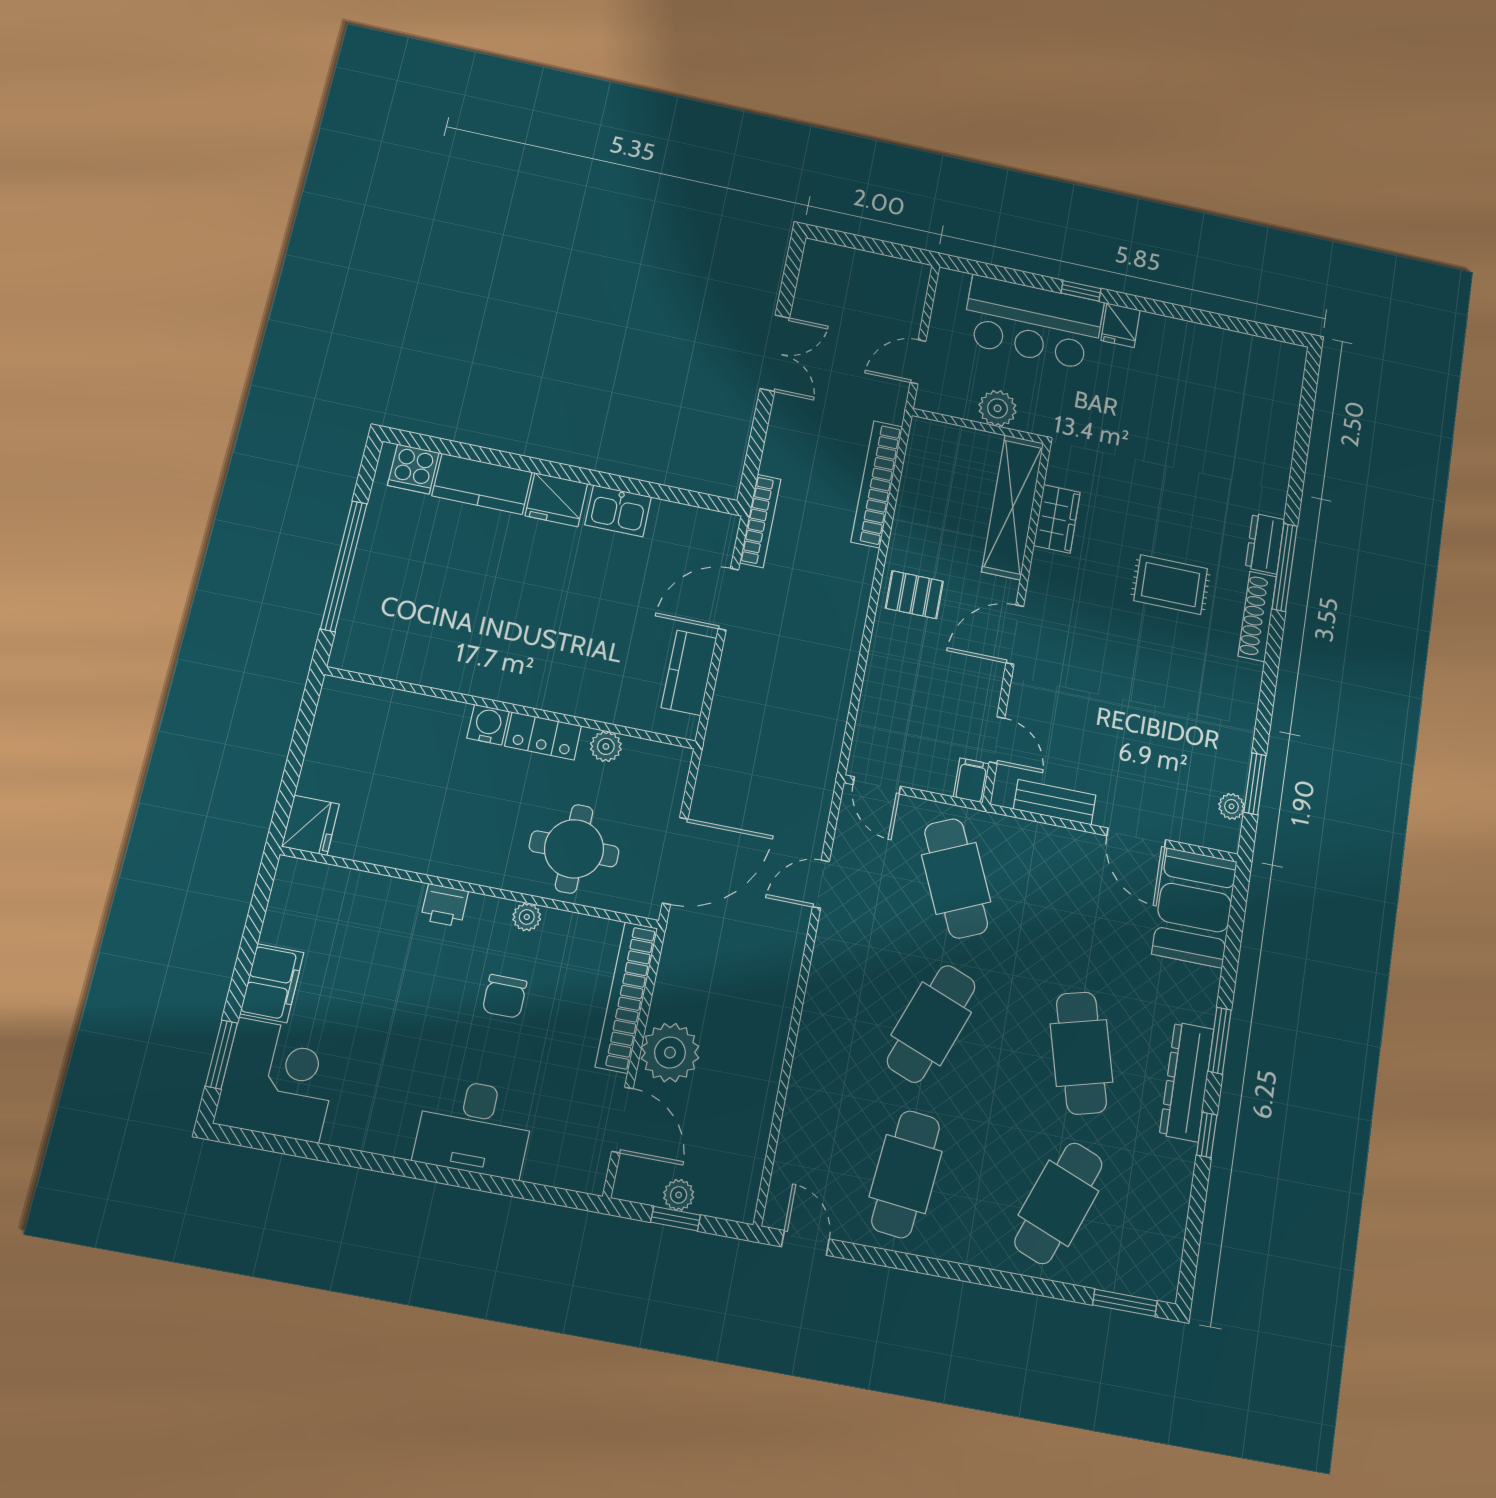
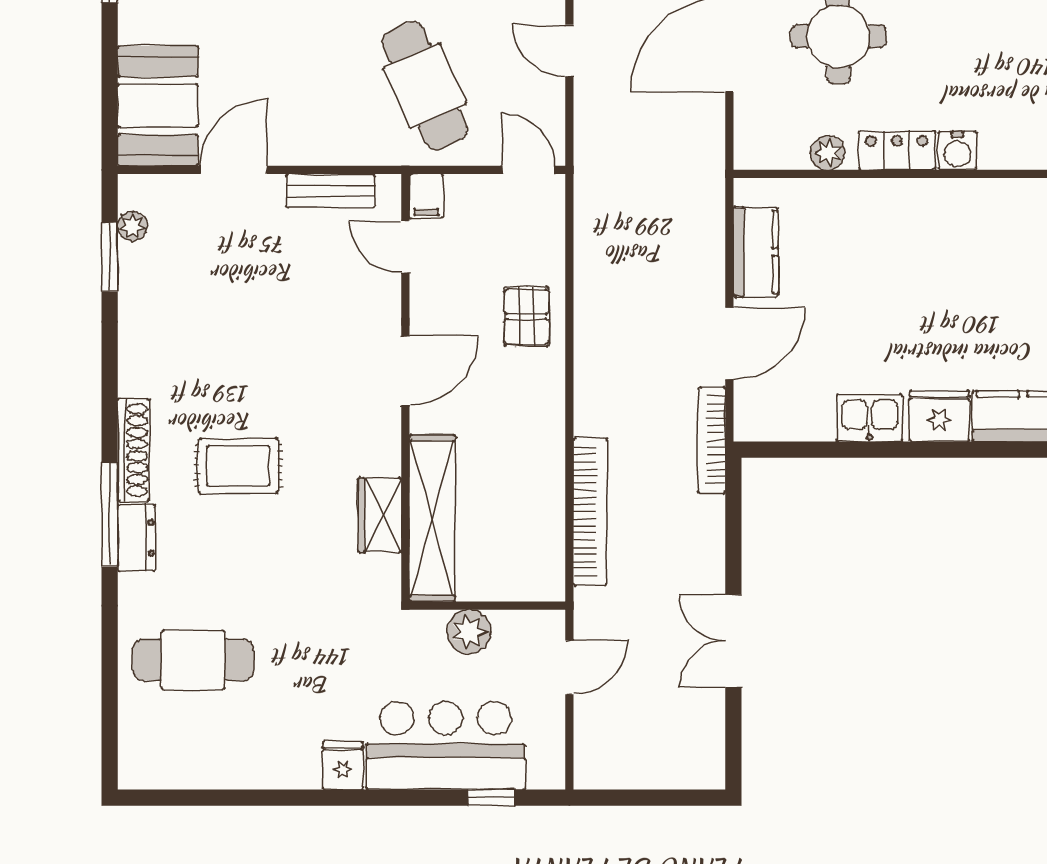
window: (1081, 291) -> (491, 798), moved
cafe table: (1232, 435) -> (193, 660), added
pallet: (914, 595) -> (527, 317), moved, turned 90
door: (1136, 838) -> (234, 170), hinge flipped
door: (821, 884) -> (569, 51), swing flipped

